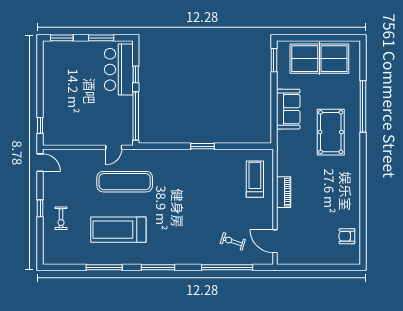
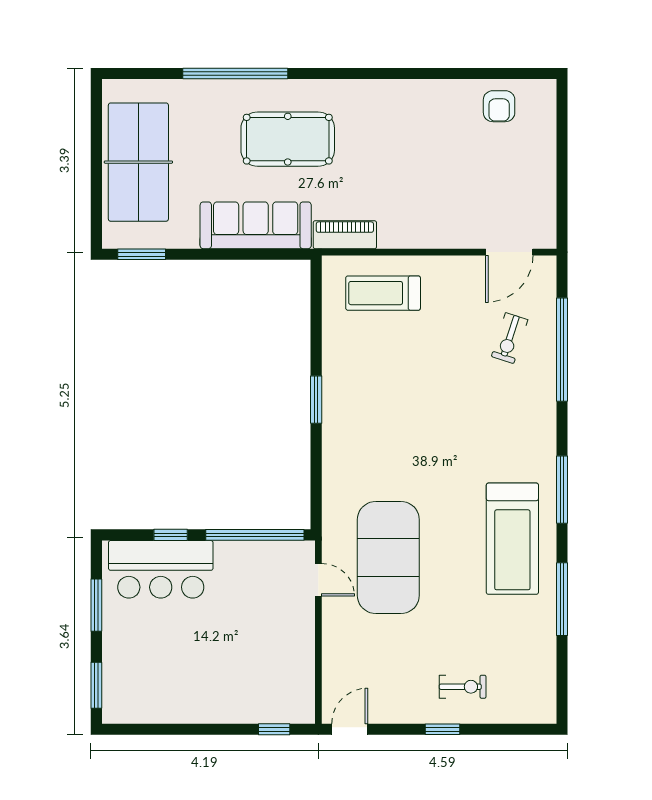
sofa: (288, 109) -> (256, 225), width x1.36
exercise mat: (125, 182) -> (388, 557), width x1.47
piano: (284, 192) -> (345, 235), moved
treadmill: (118, 230) -> (512, 539), moved

